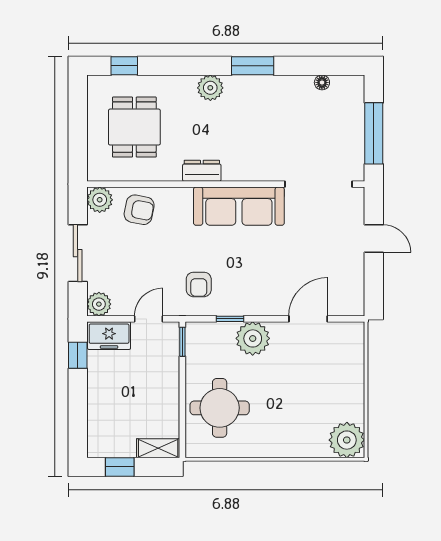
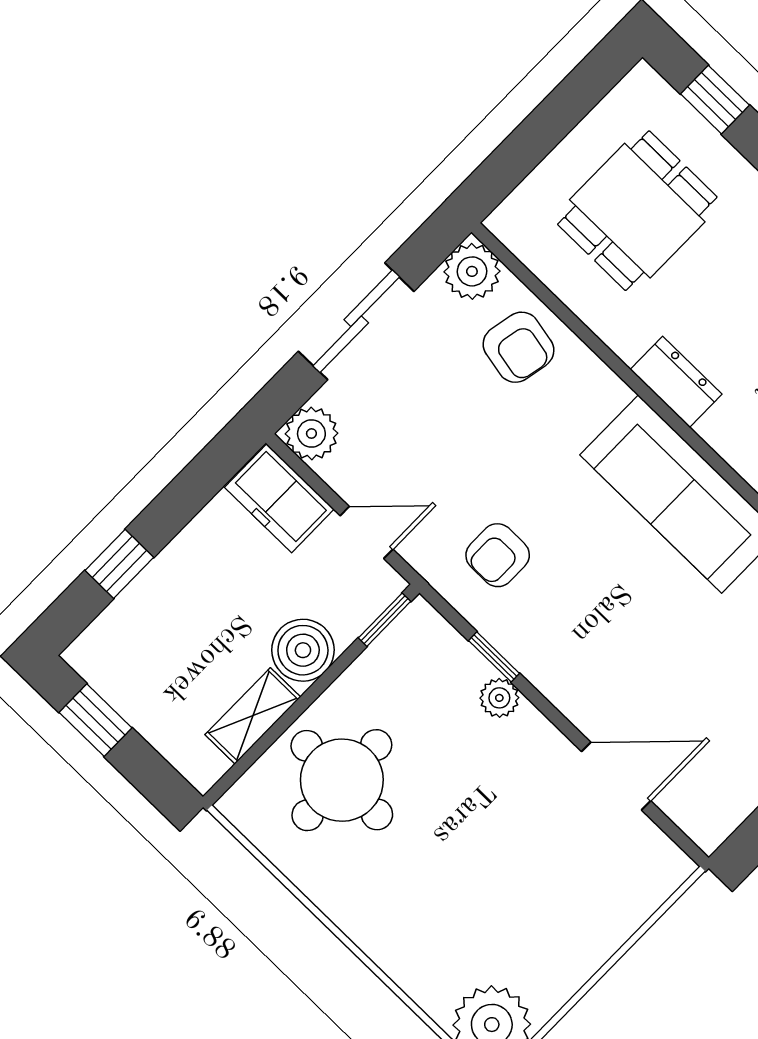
plant: (253, 338) -> (499, 698), width x0.53, depth x0.53
window: (78, 355) -> (119, 564), moved
boiler: (165, 378) -> (303, 650), added
shelving: (158, 448) -> (253, 716), moved, turned 90

